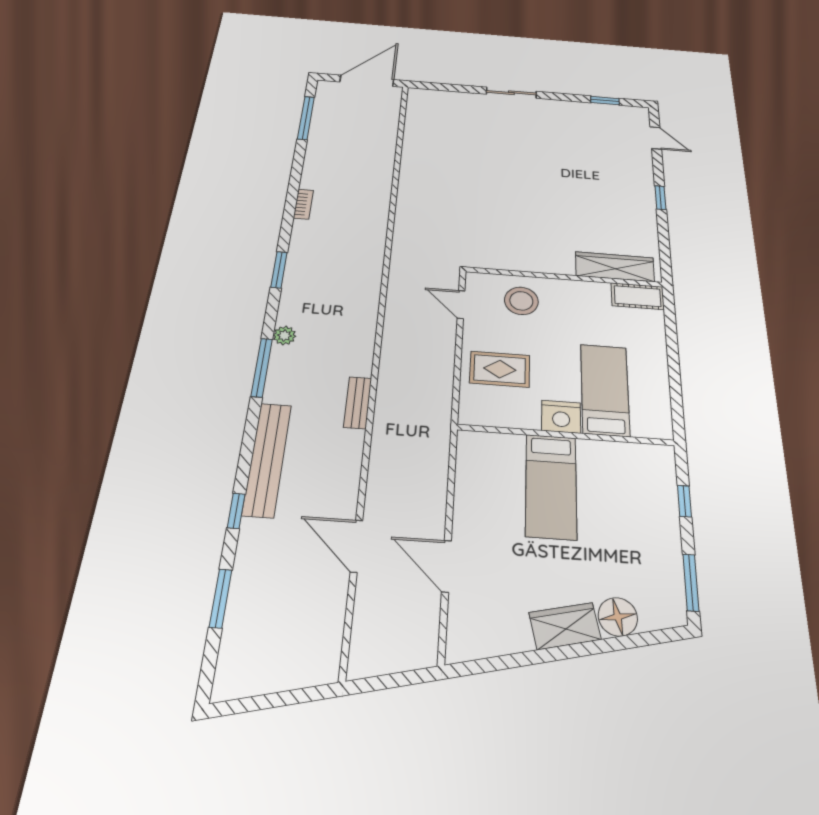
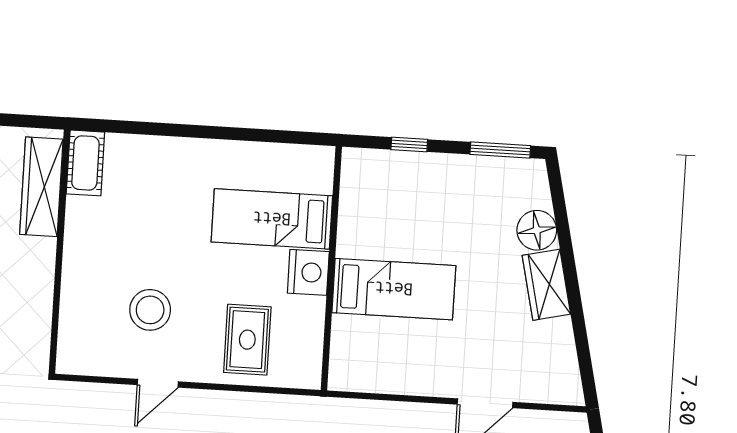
wardrobe: (615, 267) -> (41, 187), moved
wall: (564, 277) -> (59, 252), moved
cot: (638, 296) -> (85, 163), moved

